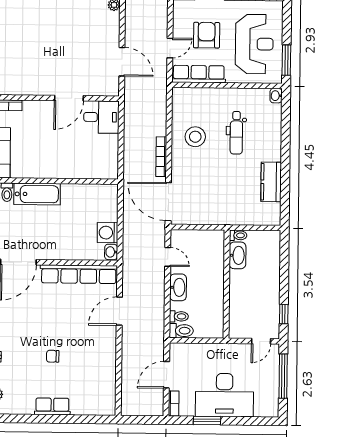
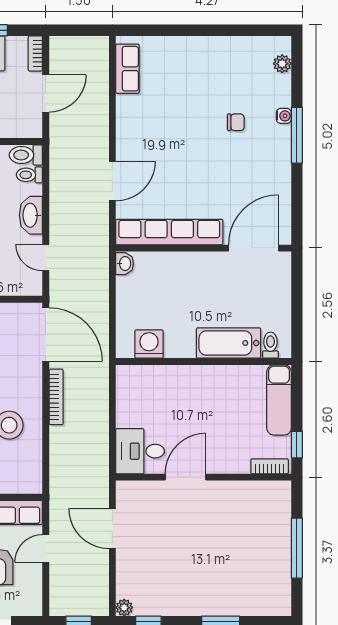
washing machine: (108, 233) -> (149, 344), moved, turned -90
chair: (53, 356) -> (236, 122), moved
row of seats: (52, 406) -> (127, 69), moved, turned -90

